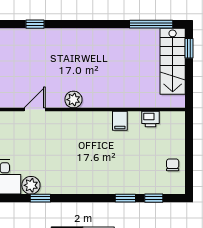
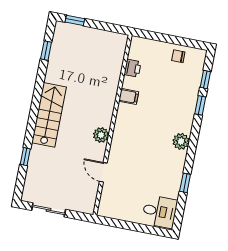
window: (151, 24) -> (46, 51), width x0.46
stairs: (173, 61) -> (49, 115), moved, turned -90
plant: (31, 185) -> (181, 141), moved

